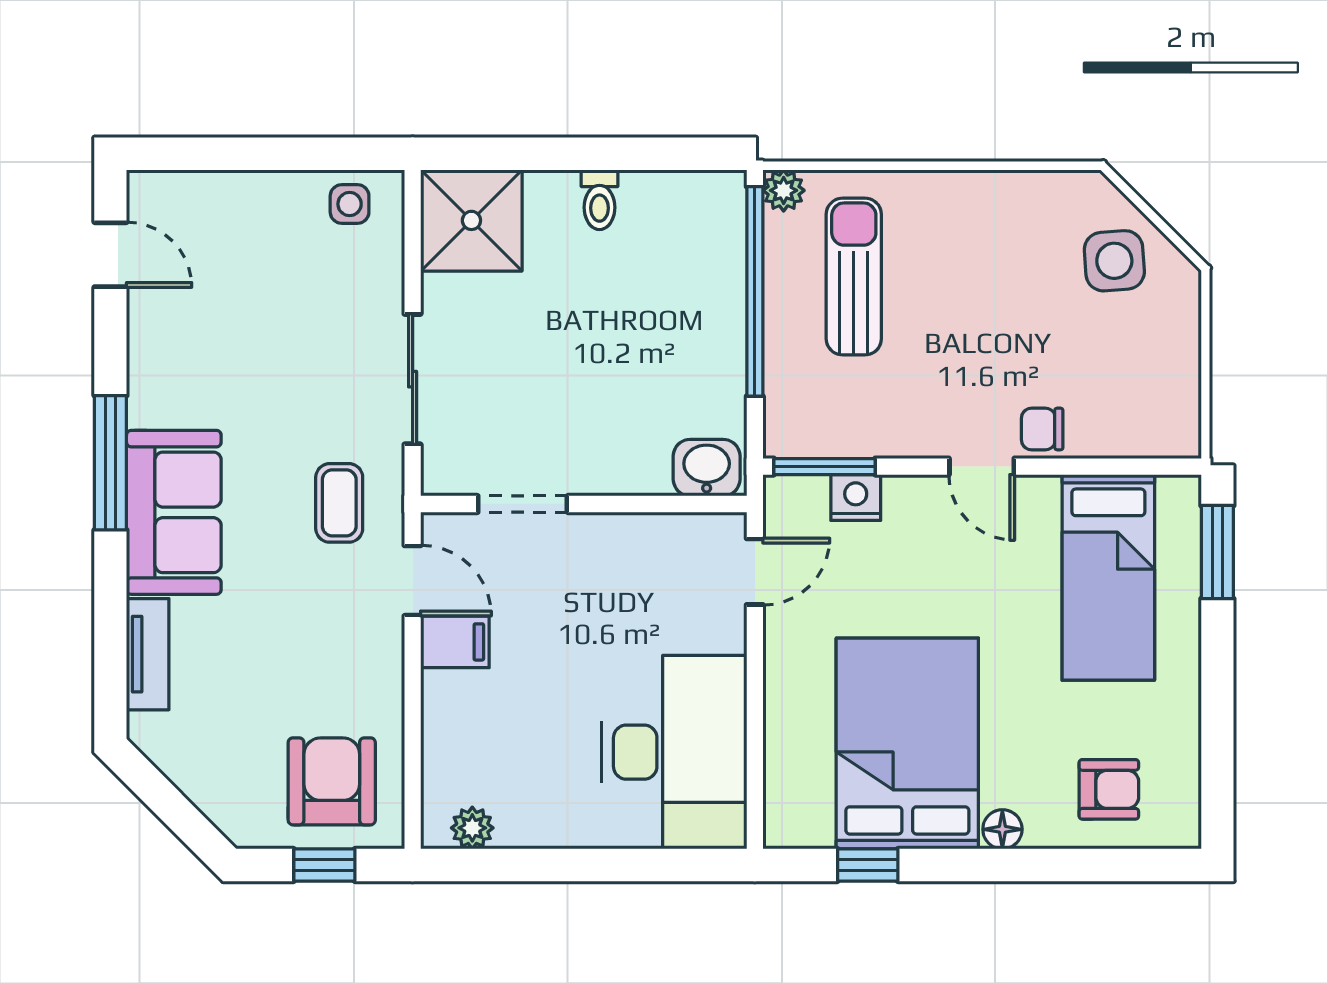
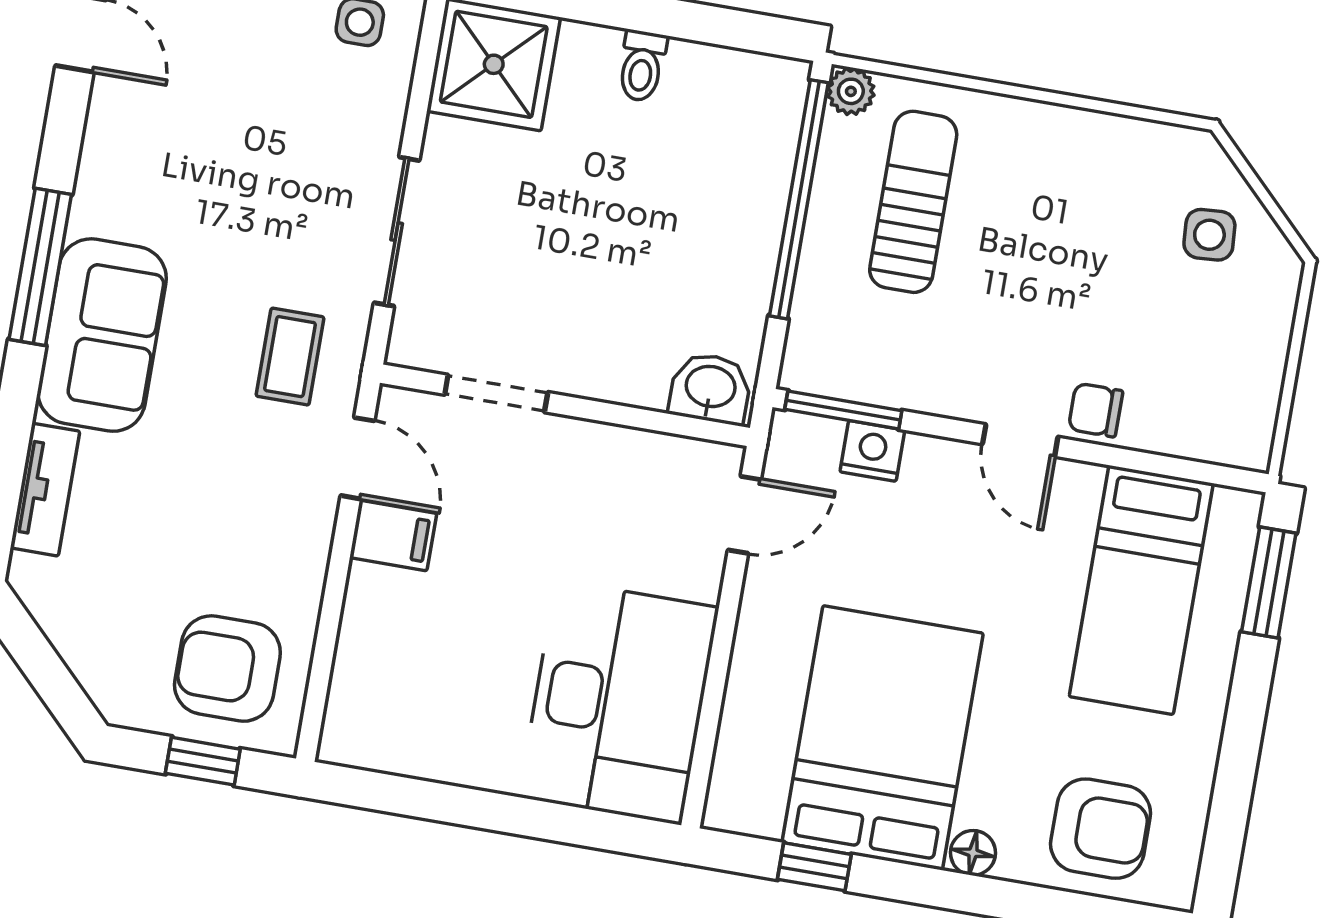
side table: (1114, 261) -> (1209, 235), width x0.73, depth x0.73
armchair: (332, 781) -> (227, 669), turned -90
armchair: (1109, 789) -> (1101, 829), width x1.38, depth x1.38
plant: (472, 828) -> (377, 748), removed

